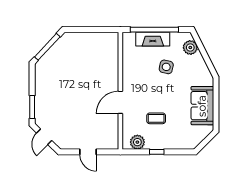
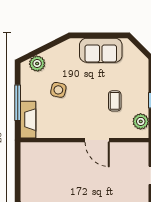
window: (154, 30) -> (18, 103), width x0.68
fireplace: (153, 39) -> (28, 120), moved

